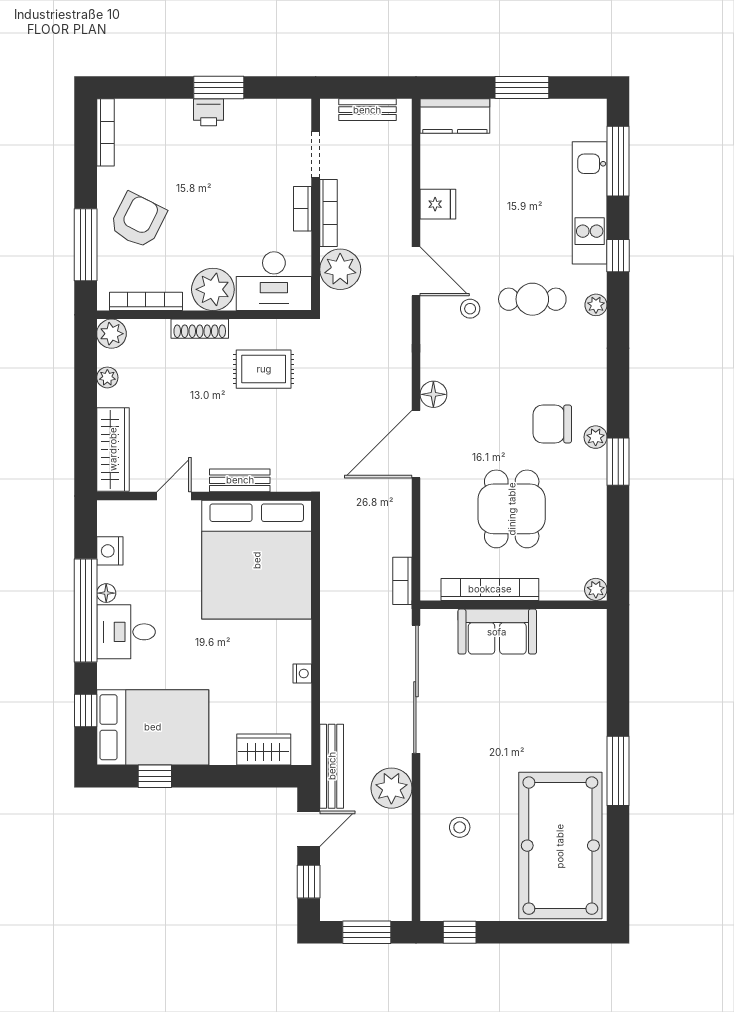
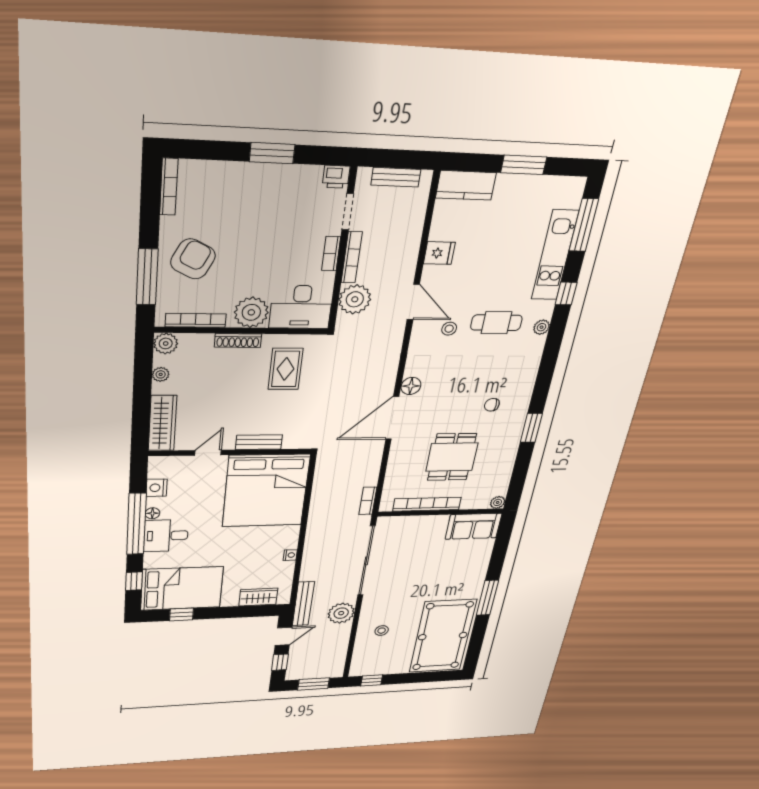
printer: (209, 112) -> (336, 177), moved
rug: (264, 369) -> (286, 369), turned 90
chair: (552, 424) -> (492, 405), width x0.54, depth x0.54
plant: (596, 437) -> (520, 413), removed
sofa: (497, 632) -> (474, 526), moved

